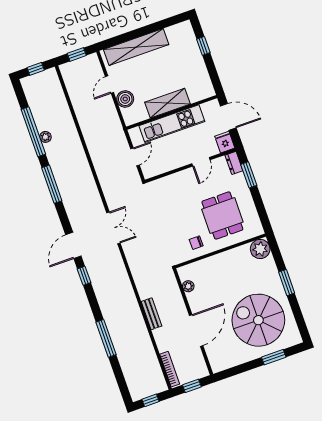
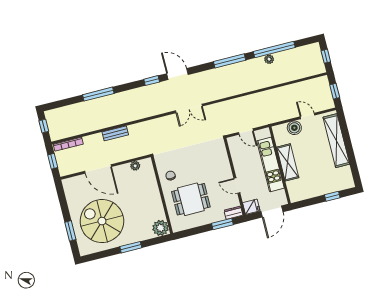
spiral stairs: (258, 320) -> (102, 221), turned -90

